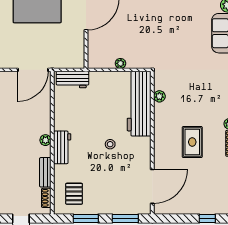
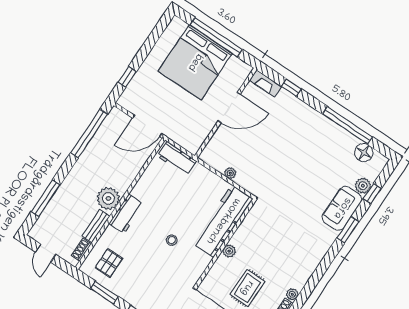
plant: (159, 96) -> (229, 251), moved
plant: (45, 140) -> (108, 198), width x1.87, depth x1.87

